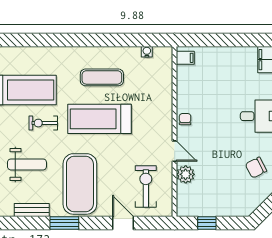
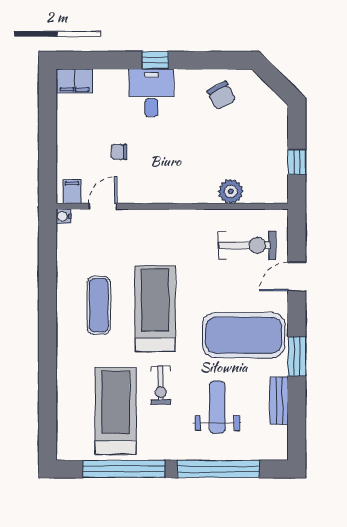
water cooler: (147, 52) -> (64, 216), moved
treadmill: (99, 119) -> (155, 309), turned 180
chair: (185, 119) -> (119, 152), moved
door: (175, 151) -> (103, 206), moved
exercise bike: (146, 186) -> (247, 246), turned 180

